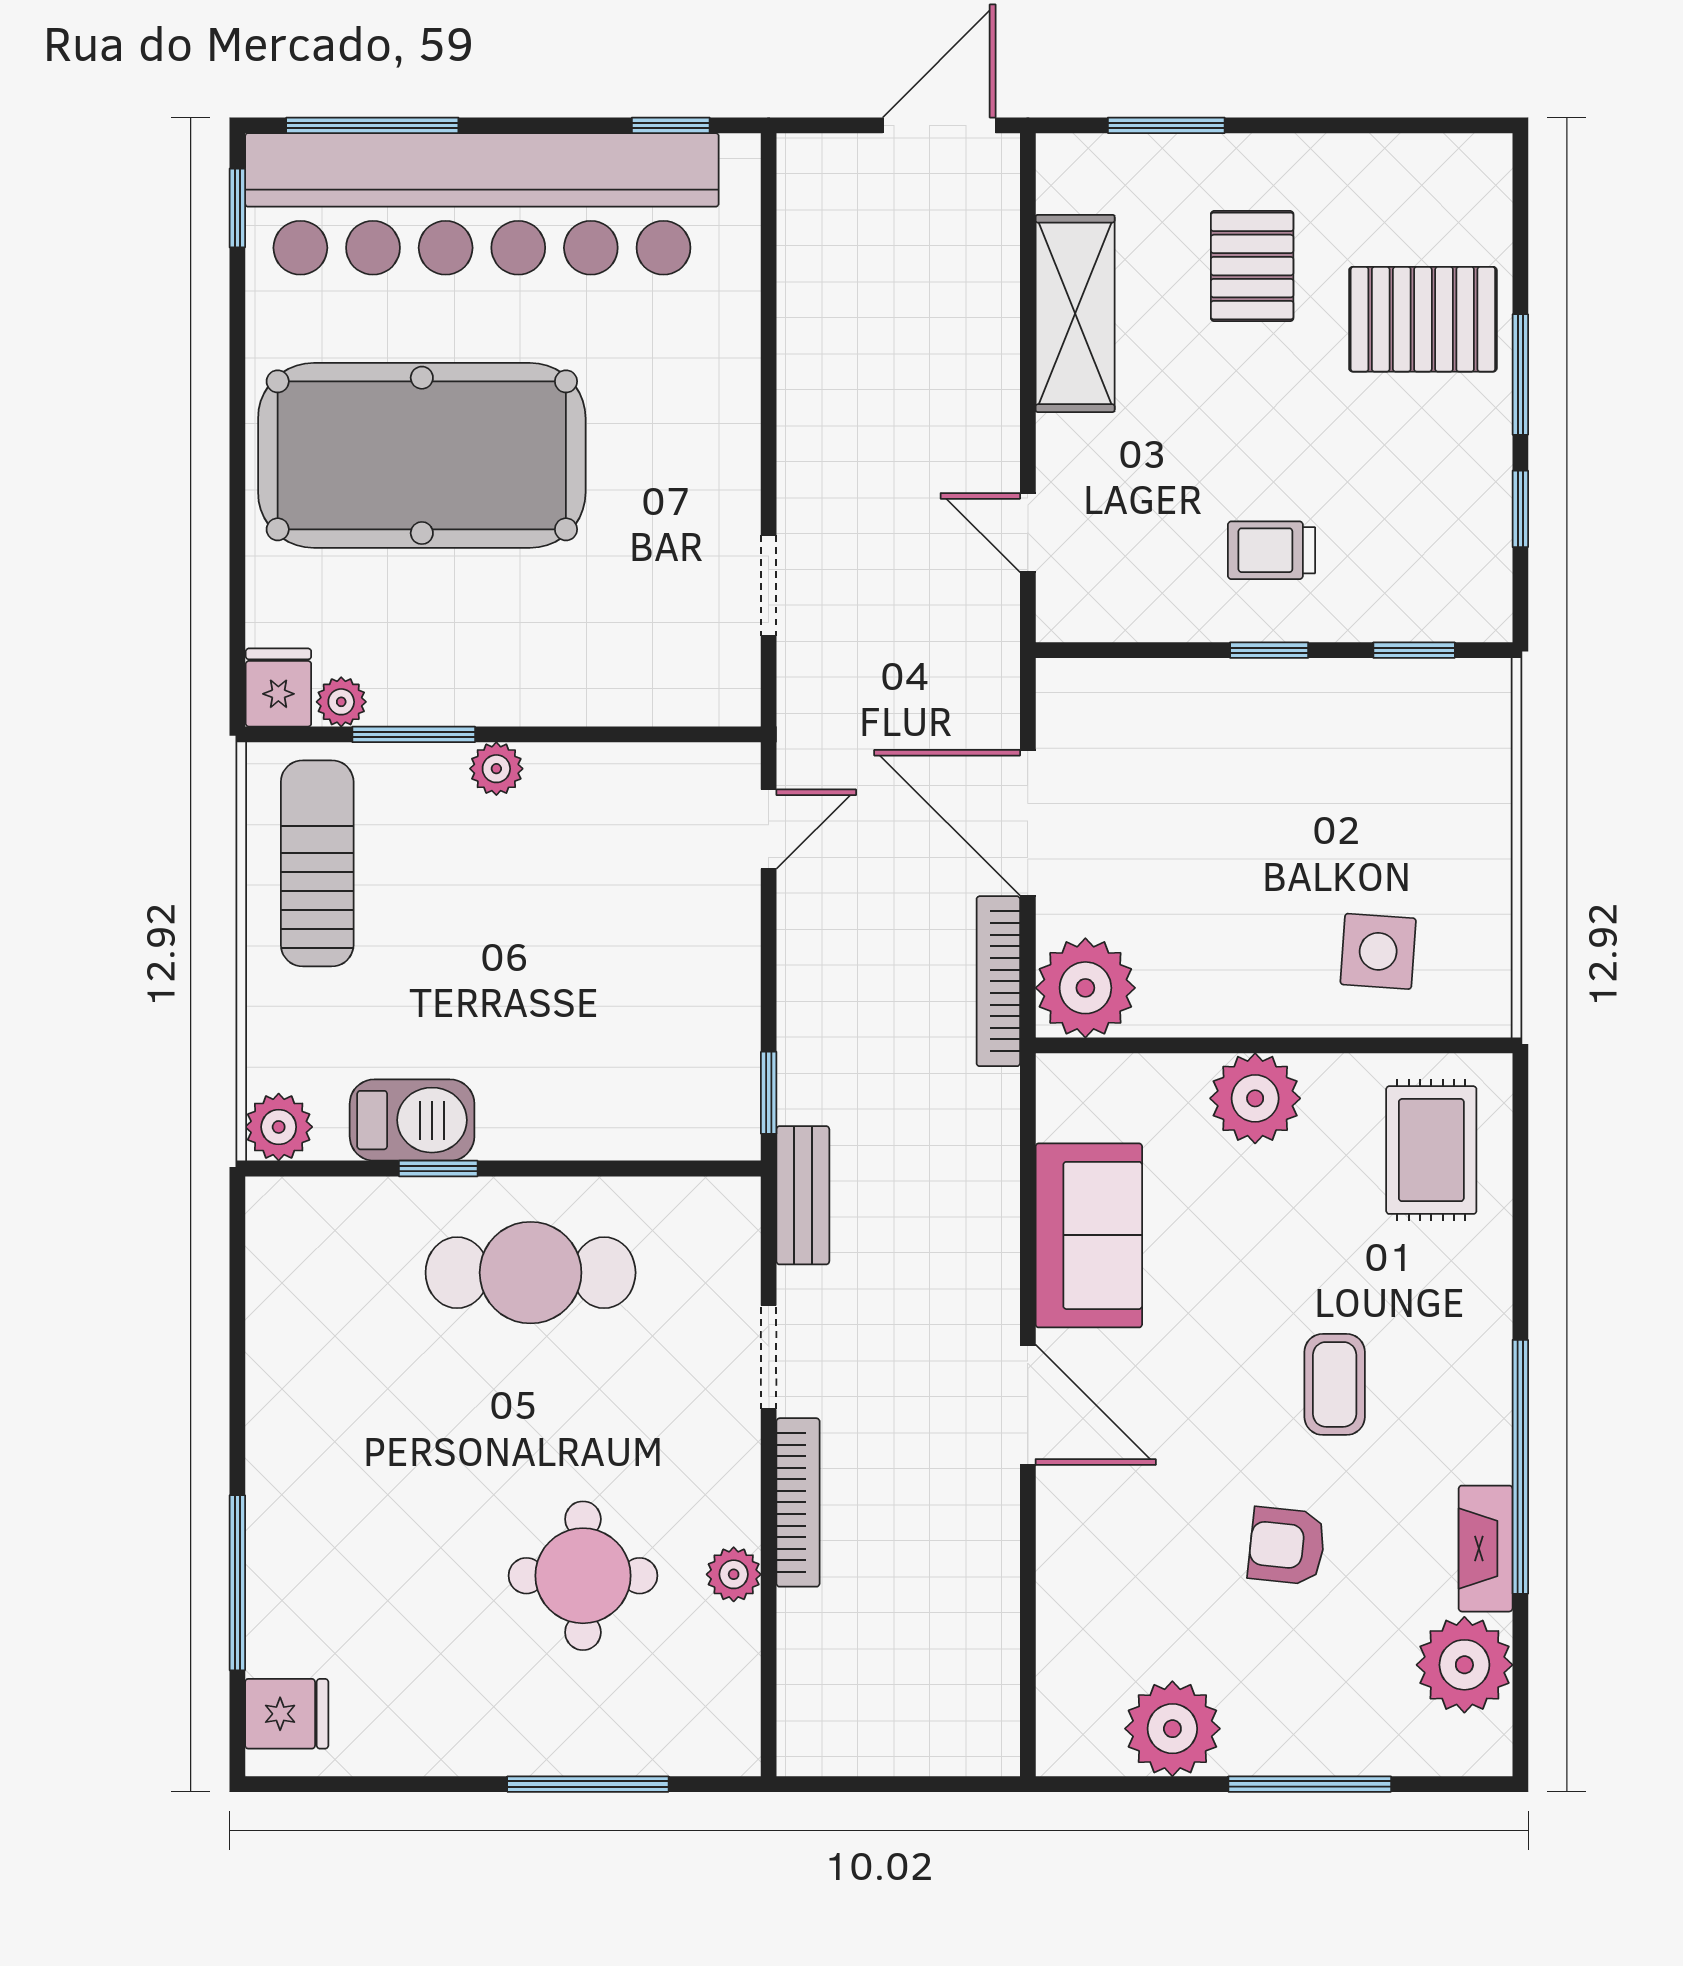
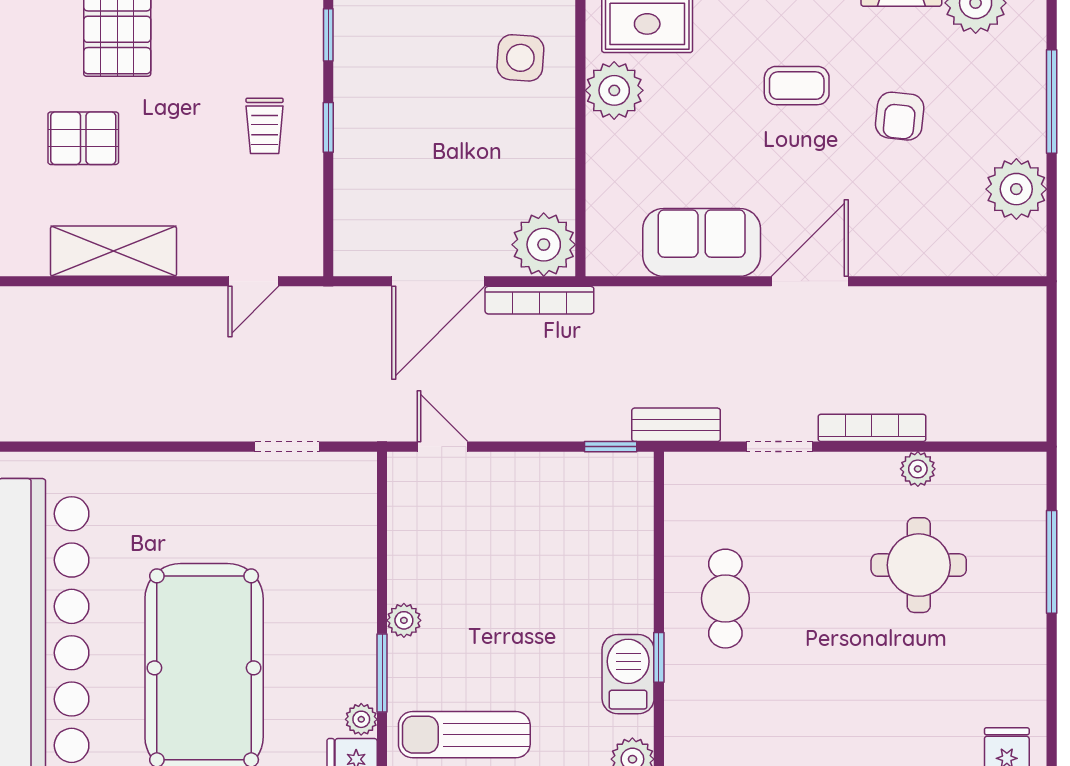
plant: (1255, 1098) -> (614, 90), moved
cafe table: (531, 1273) -> (725, 599), width x0.73, depth x0.74

